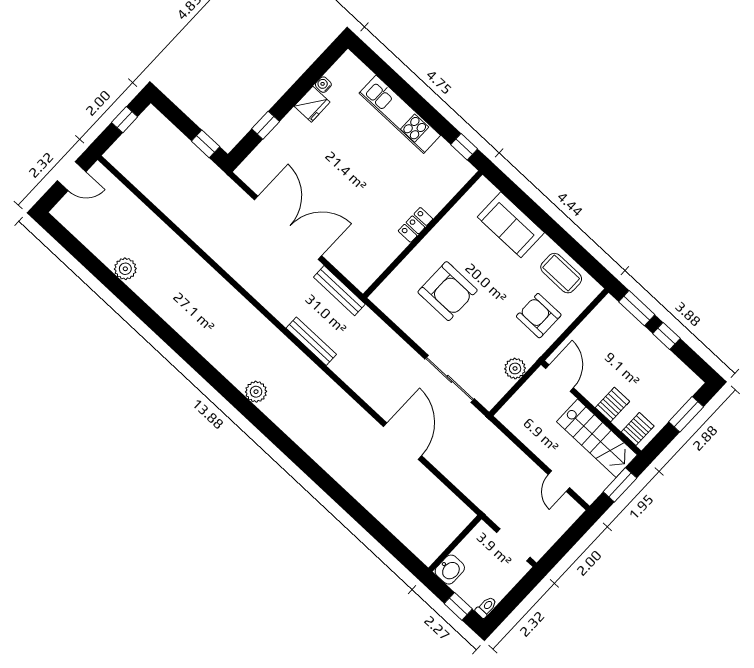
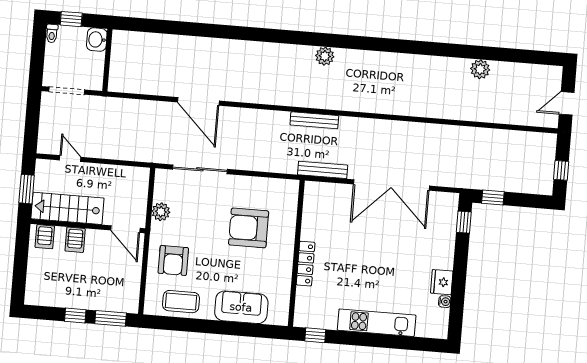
window: (266, 125) -> (464, 222), moved
locker: (415, 225) -> (306, 264), width x1.53
armchair: (539, 316) -> (173, 260), turned 90
window: (686, 414) -> (20, 273), removed

